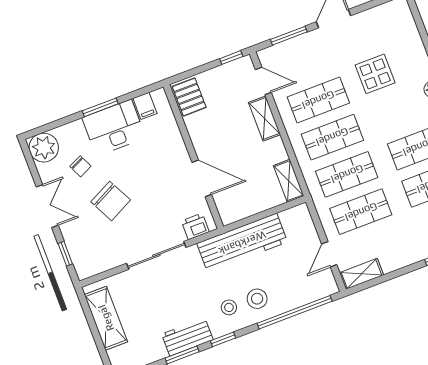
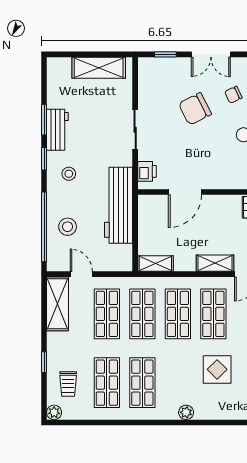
sliding door: (156, 255) -> (135, 130), width x0.73
shelving: (361, 274) -> (57, 304), width x1.50, depth x1.33
stool: (257, 299) -> (68, 227), moved

